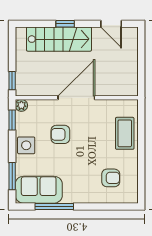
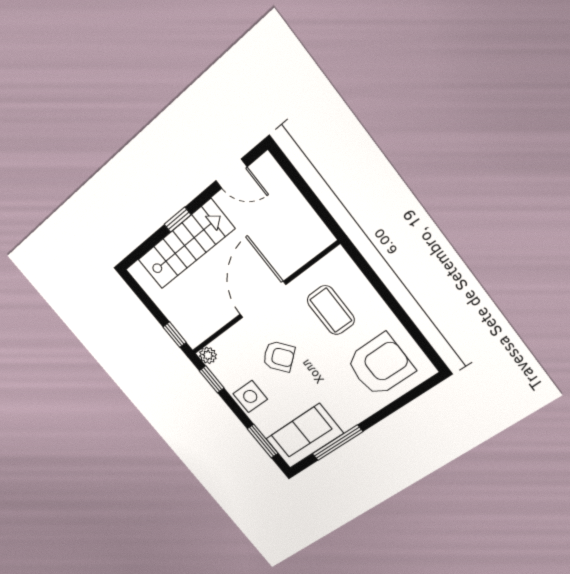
coffee table: (125, 133) -> (331, 310), moved
armchair: (60, 134) -> (279, 356), turned -129
armchair: (111, 178) -> (380, 365), width x1.88, depth x1.88

